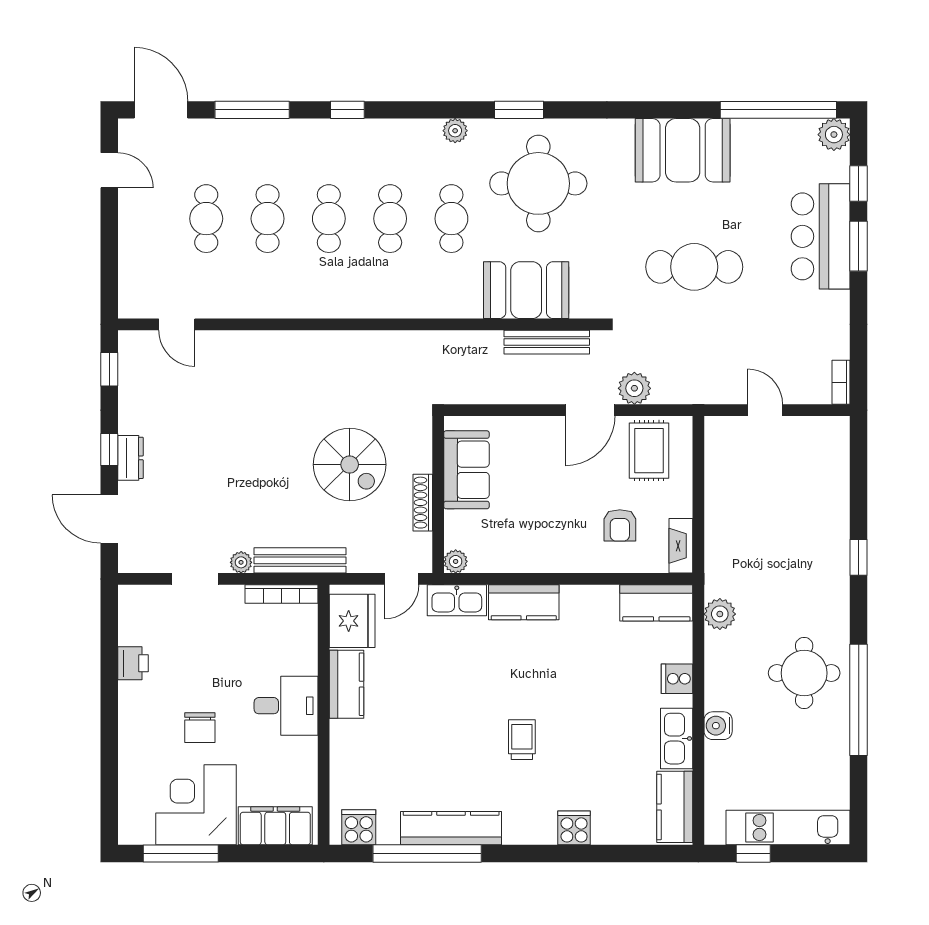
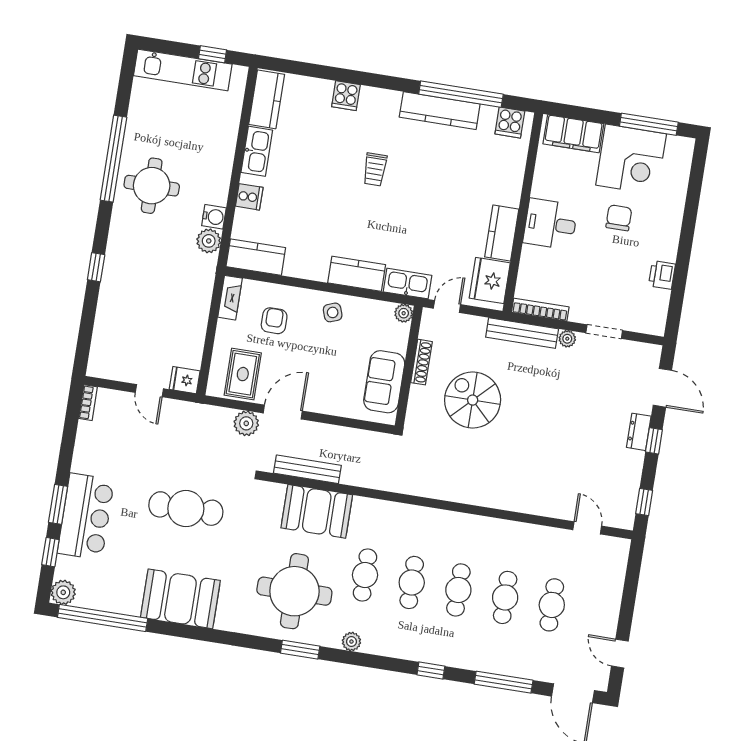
fridge: (722, 431) -> (185, 380), added
side table: (547, 548) -> (333, 312), added
water cooler: (718, 726) -> (214, 217), moved

